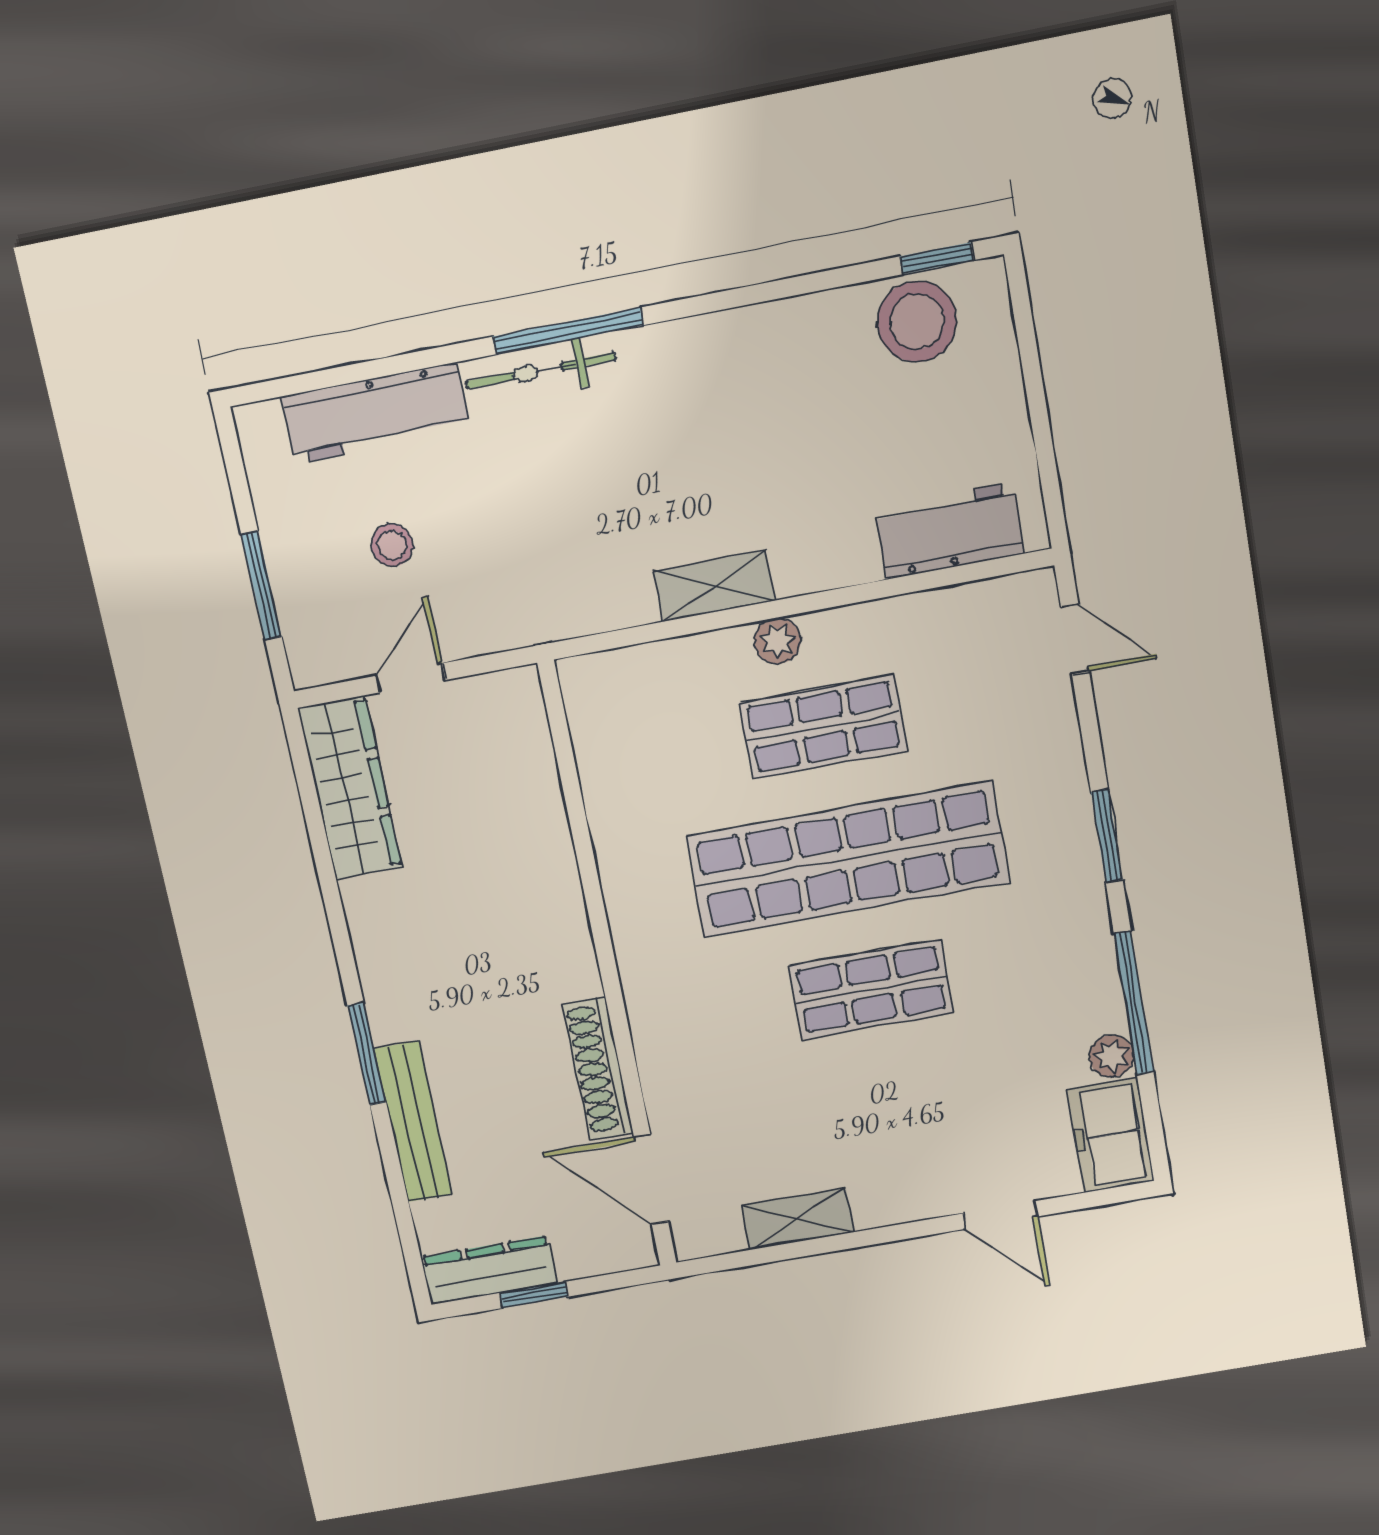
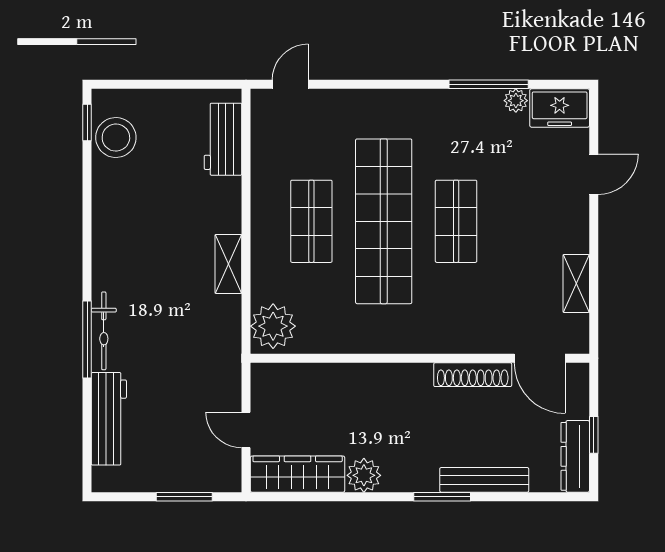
window: (568, 331) -> (87, 340), moved
stool: (392, 545) -> (176, 425), removed
plant: (778, 641) -> (273, 326), moved, width x1.87, depth x1.87
window: (1107, 836) -> (396, 84), removed
plant: (375, 909) -> (364, 475), added
door: (651, 1179) -> (540, 358), hinge flipped

